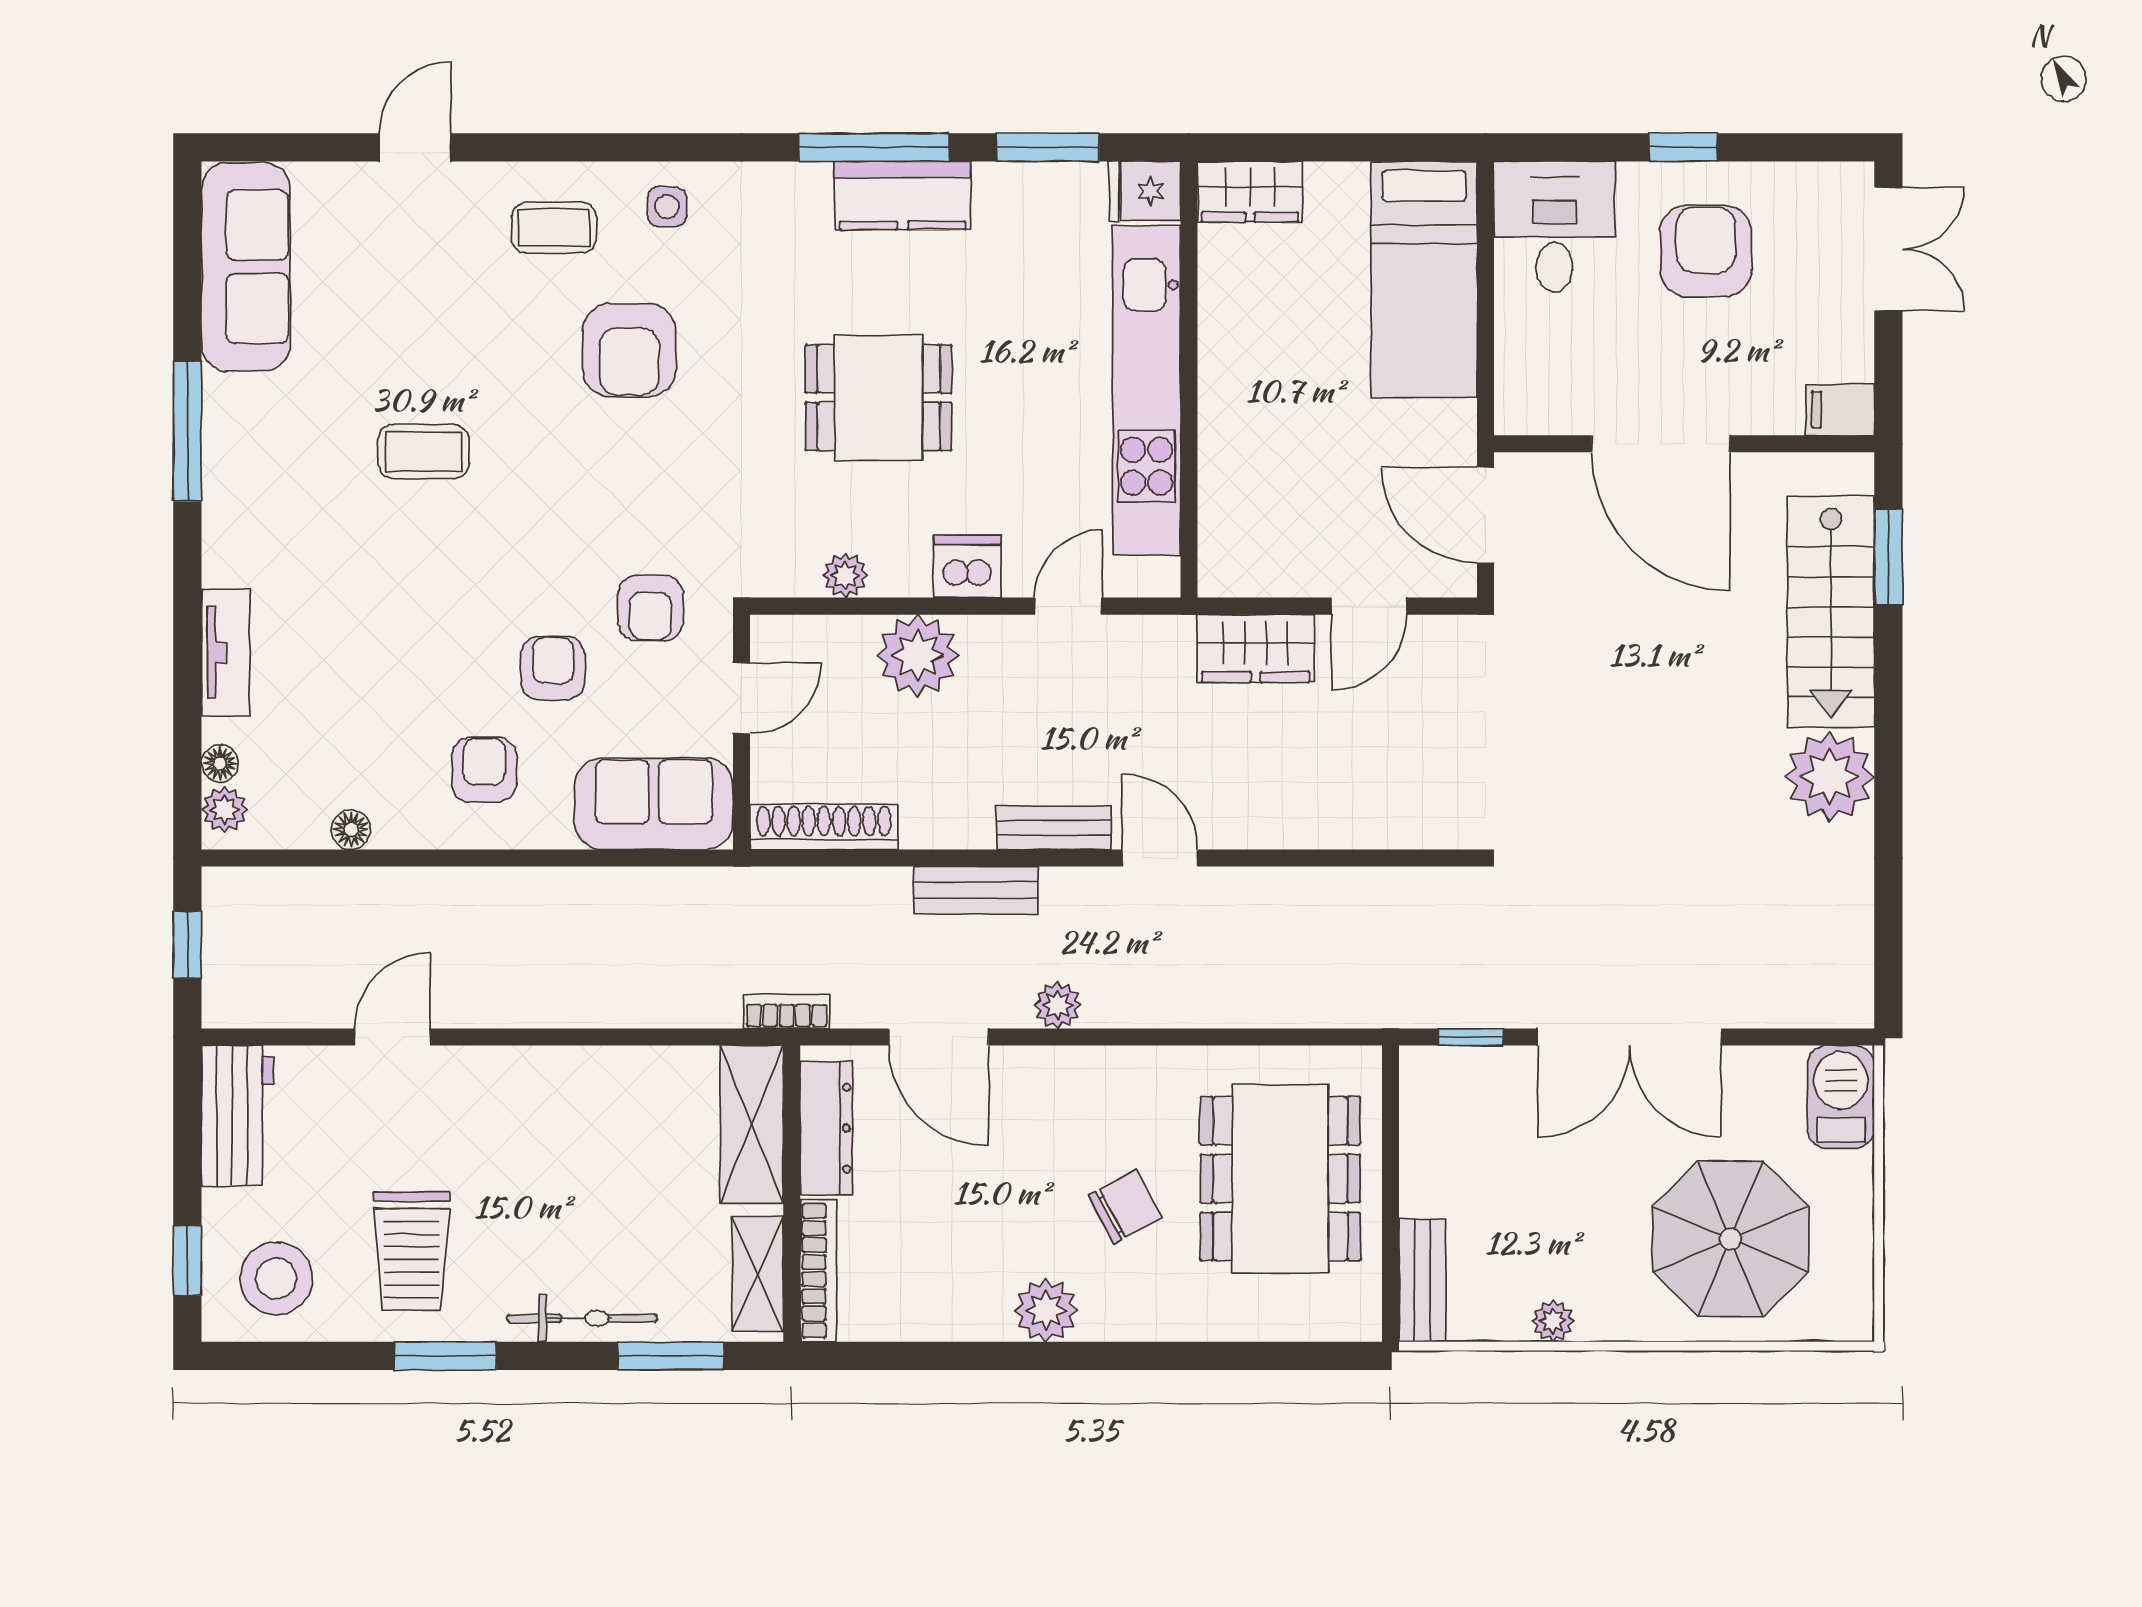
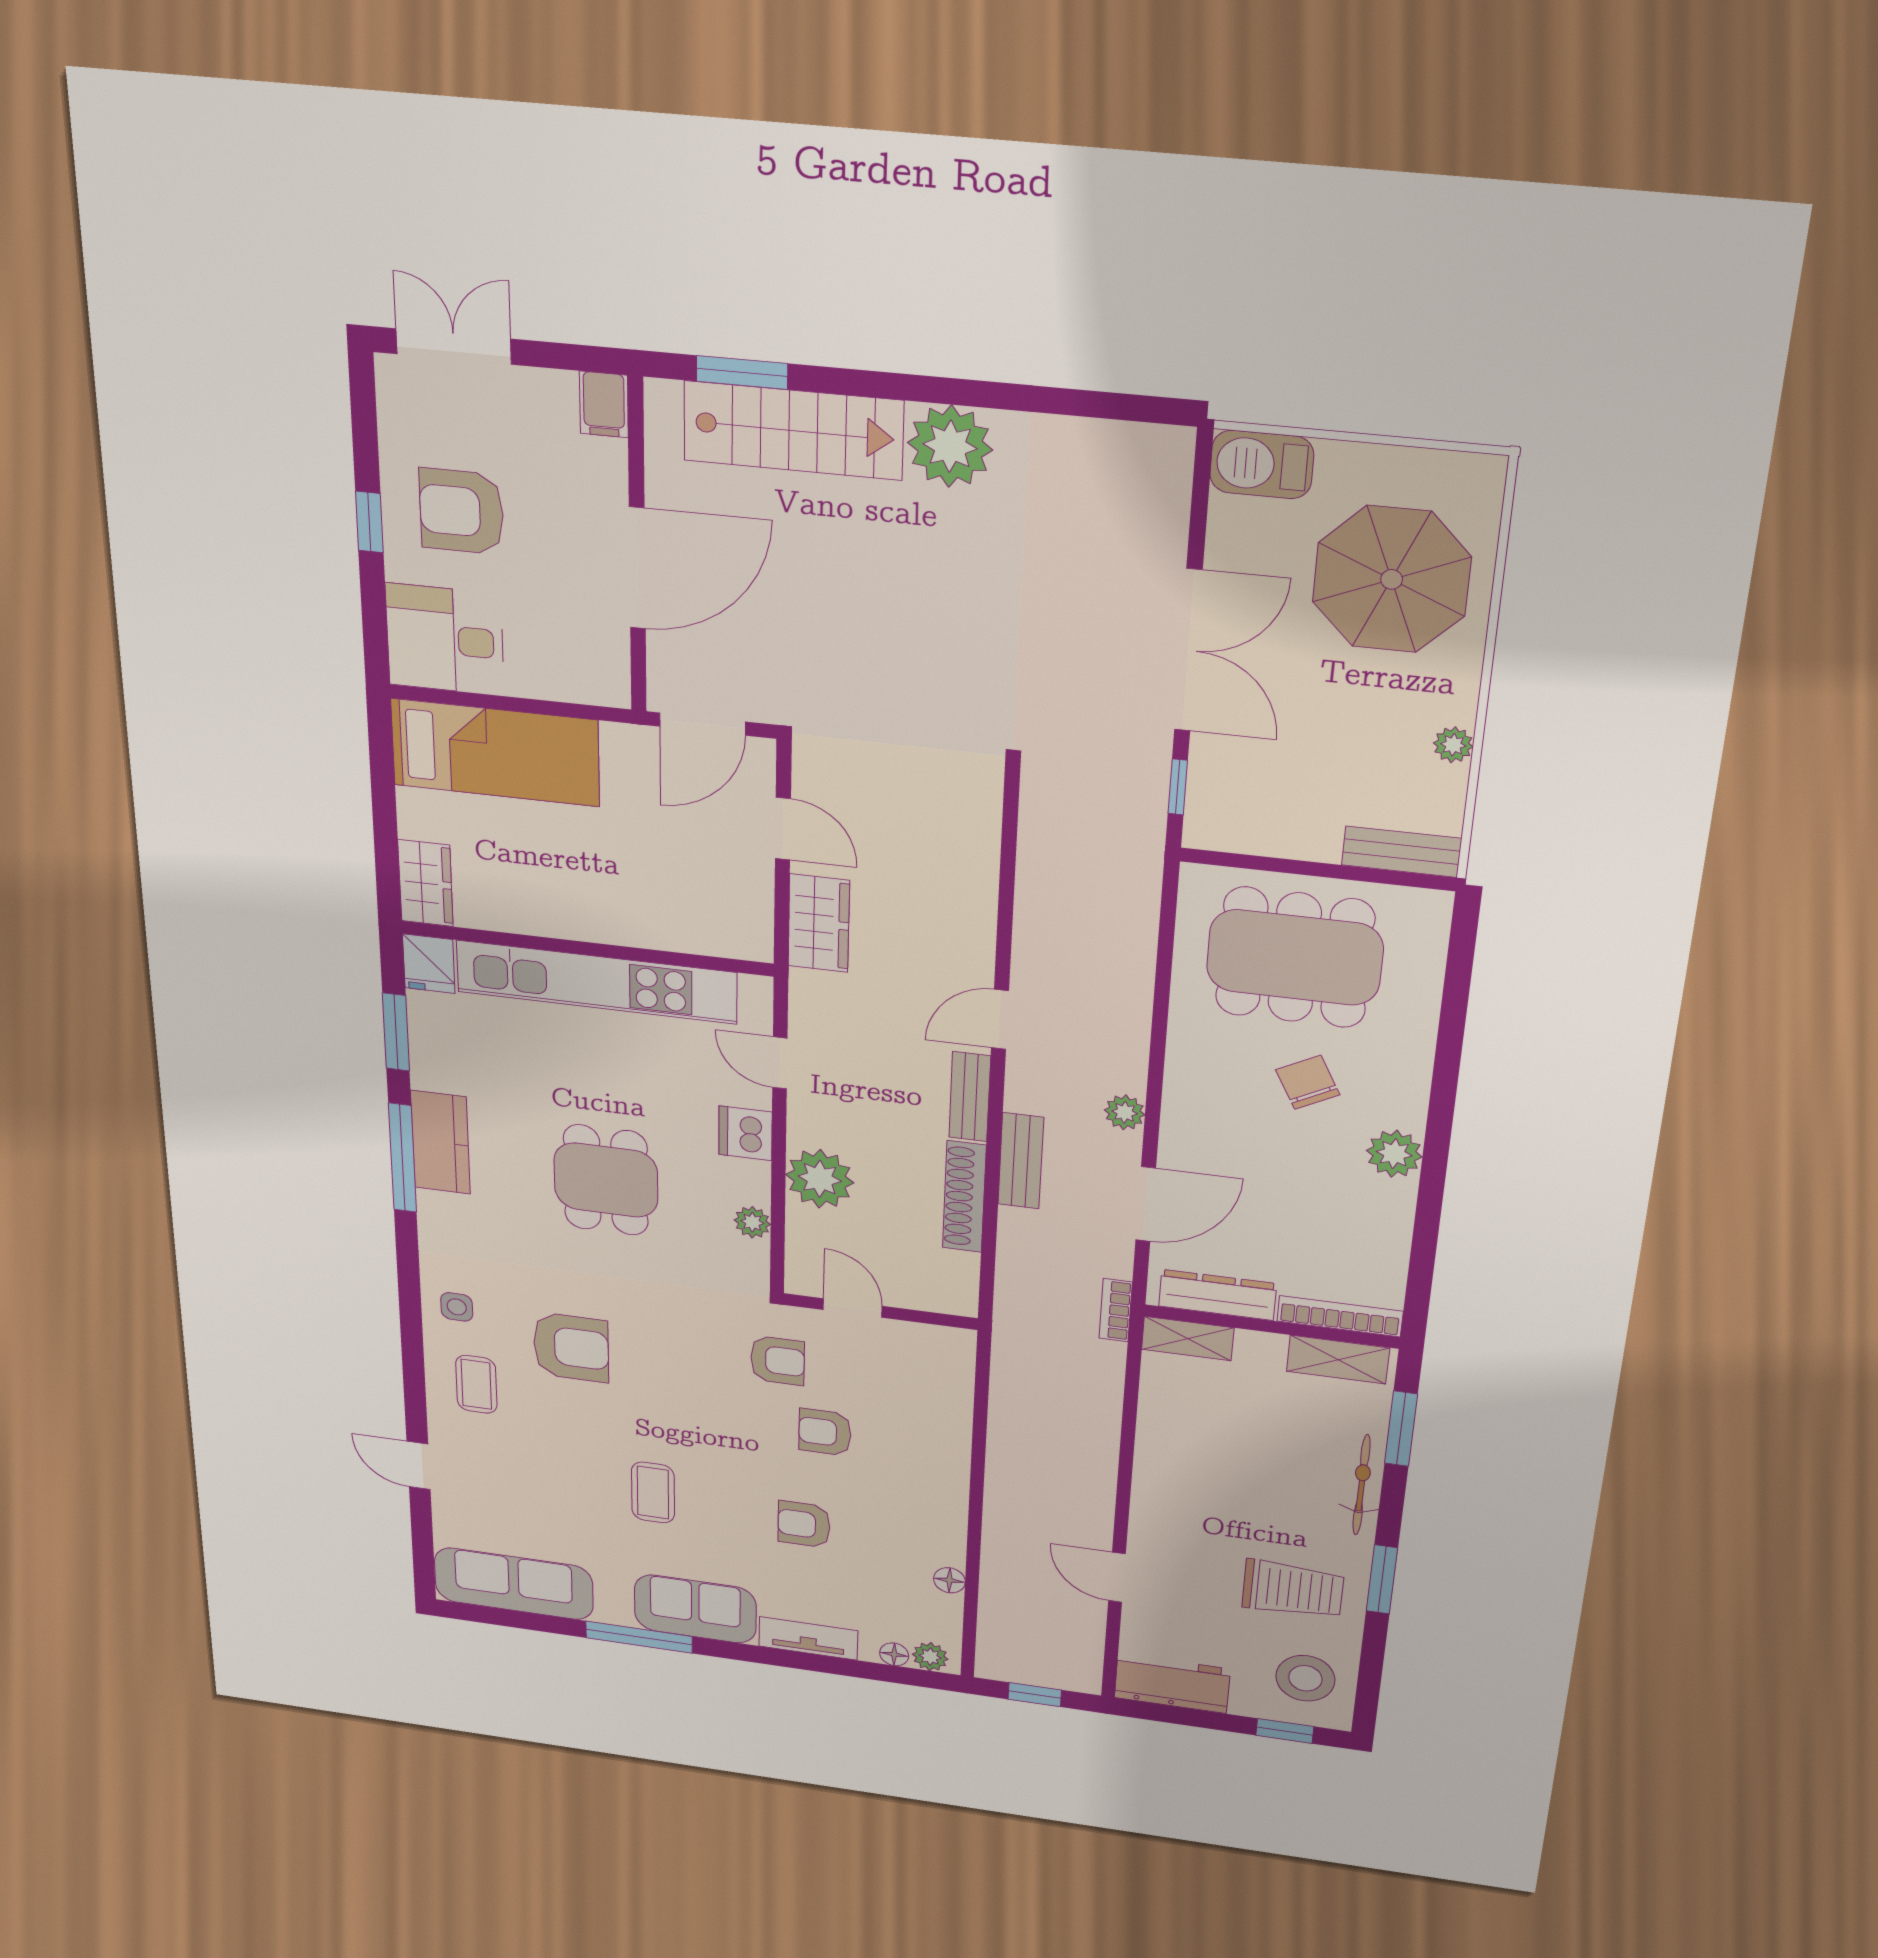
armchair: (484, 770) -> (804, 1524), moved
sofa: (654, 804) -> (695, 1609), moved, turned 90
shoe rack: (824, 827) -> (964, 1197), moved
shelving: (752, 1124) -> (1188, 1339), width x0.67, depth x0.75

